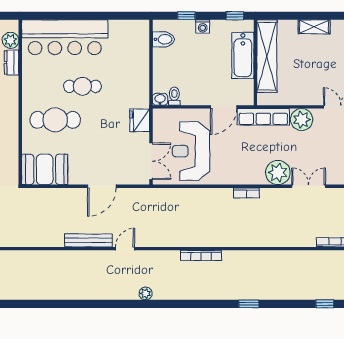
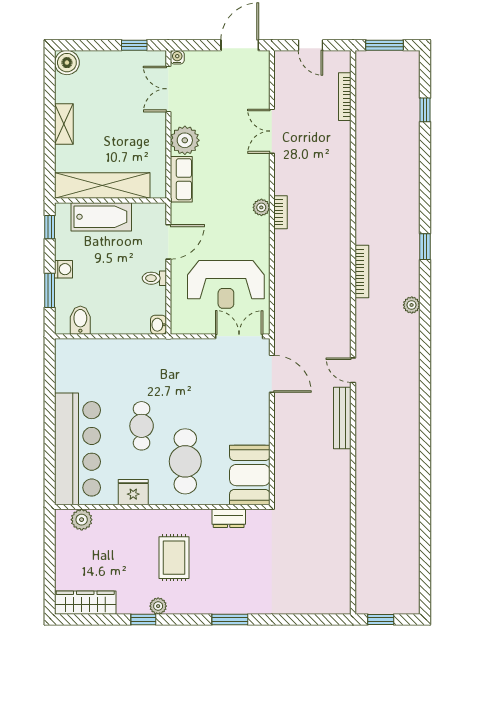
window: (186, 16) -> (50, 290), width x1.50
dresser: (11, 62) -> (229, 518), moved
toilet: (174, 96) -> (154, 278), moved
door: (224, 107) -> (168, 242), hinge flipped
row of seats: (263, 117) -> (181, 179), width x0.68
fridge: (140, 120) -> (133, 492), moved, turned 180
plant: (278, 173) -> (261, 207), moved, width x0.53, depth x0.53
door: (102, 186) -> (272, 374), moved
plant: (146, 294) -> (412, 305), moved
window: (249, 304) -> (425, 247), moved

